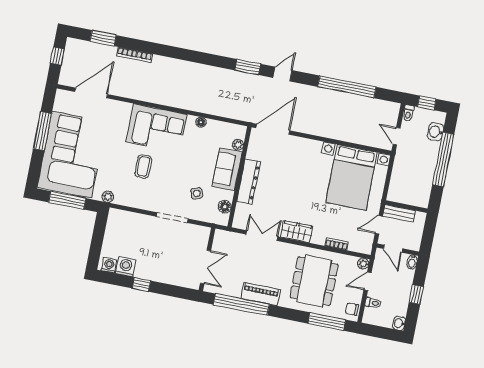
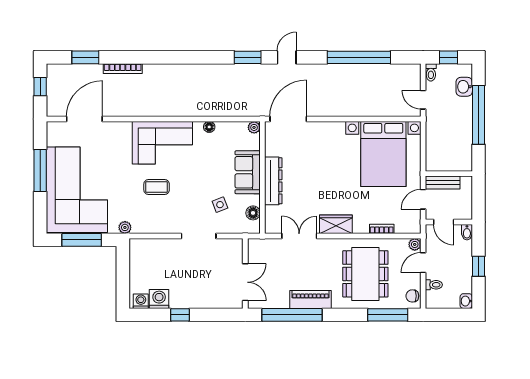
plant: (238, 145) -> (254, 127), moved
coffee table: (143, 166) -> (157, 187), turned 90

